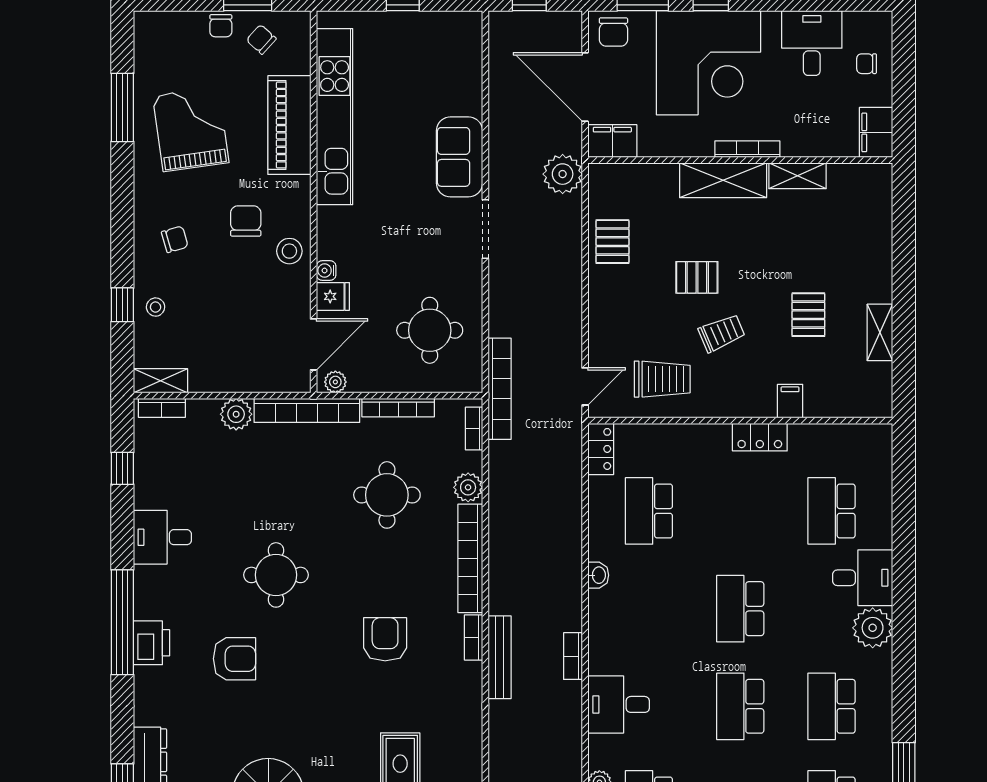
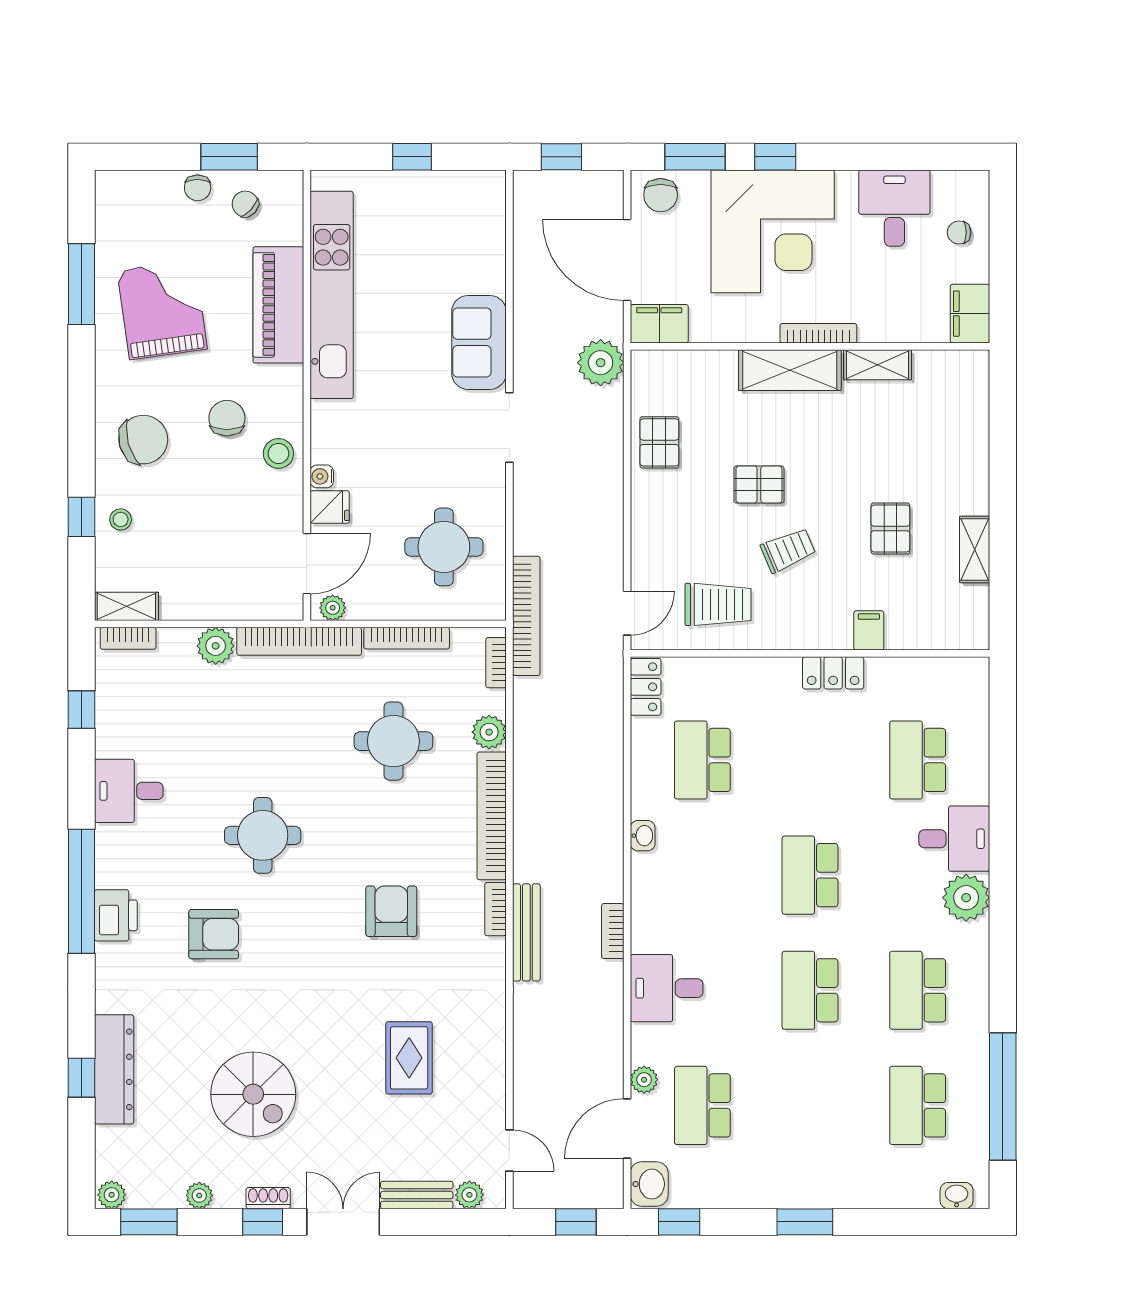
chair: (175, 239) -> (143, 440), width x1.87, depth x1.87

